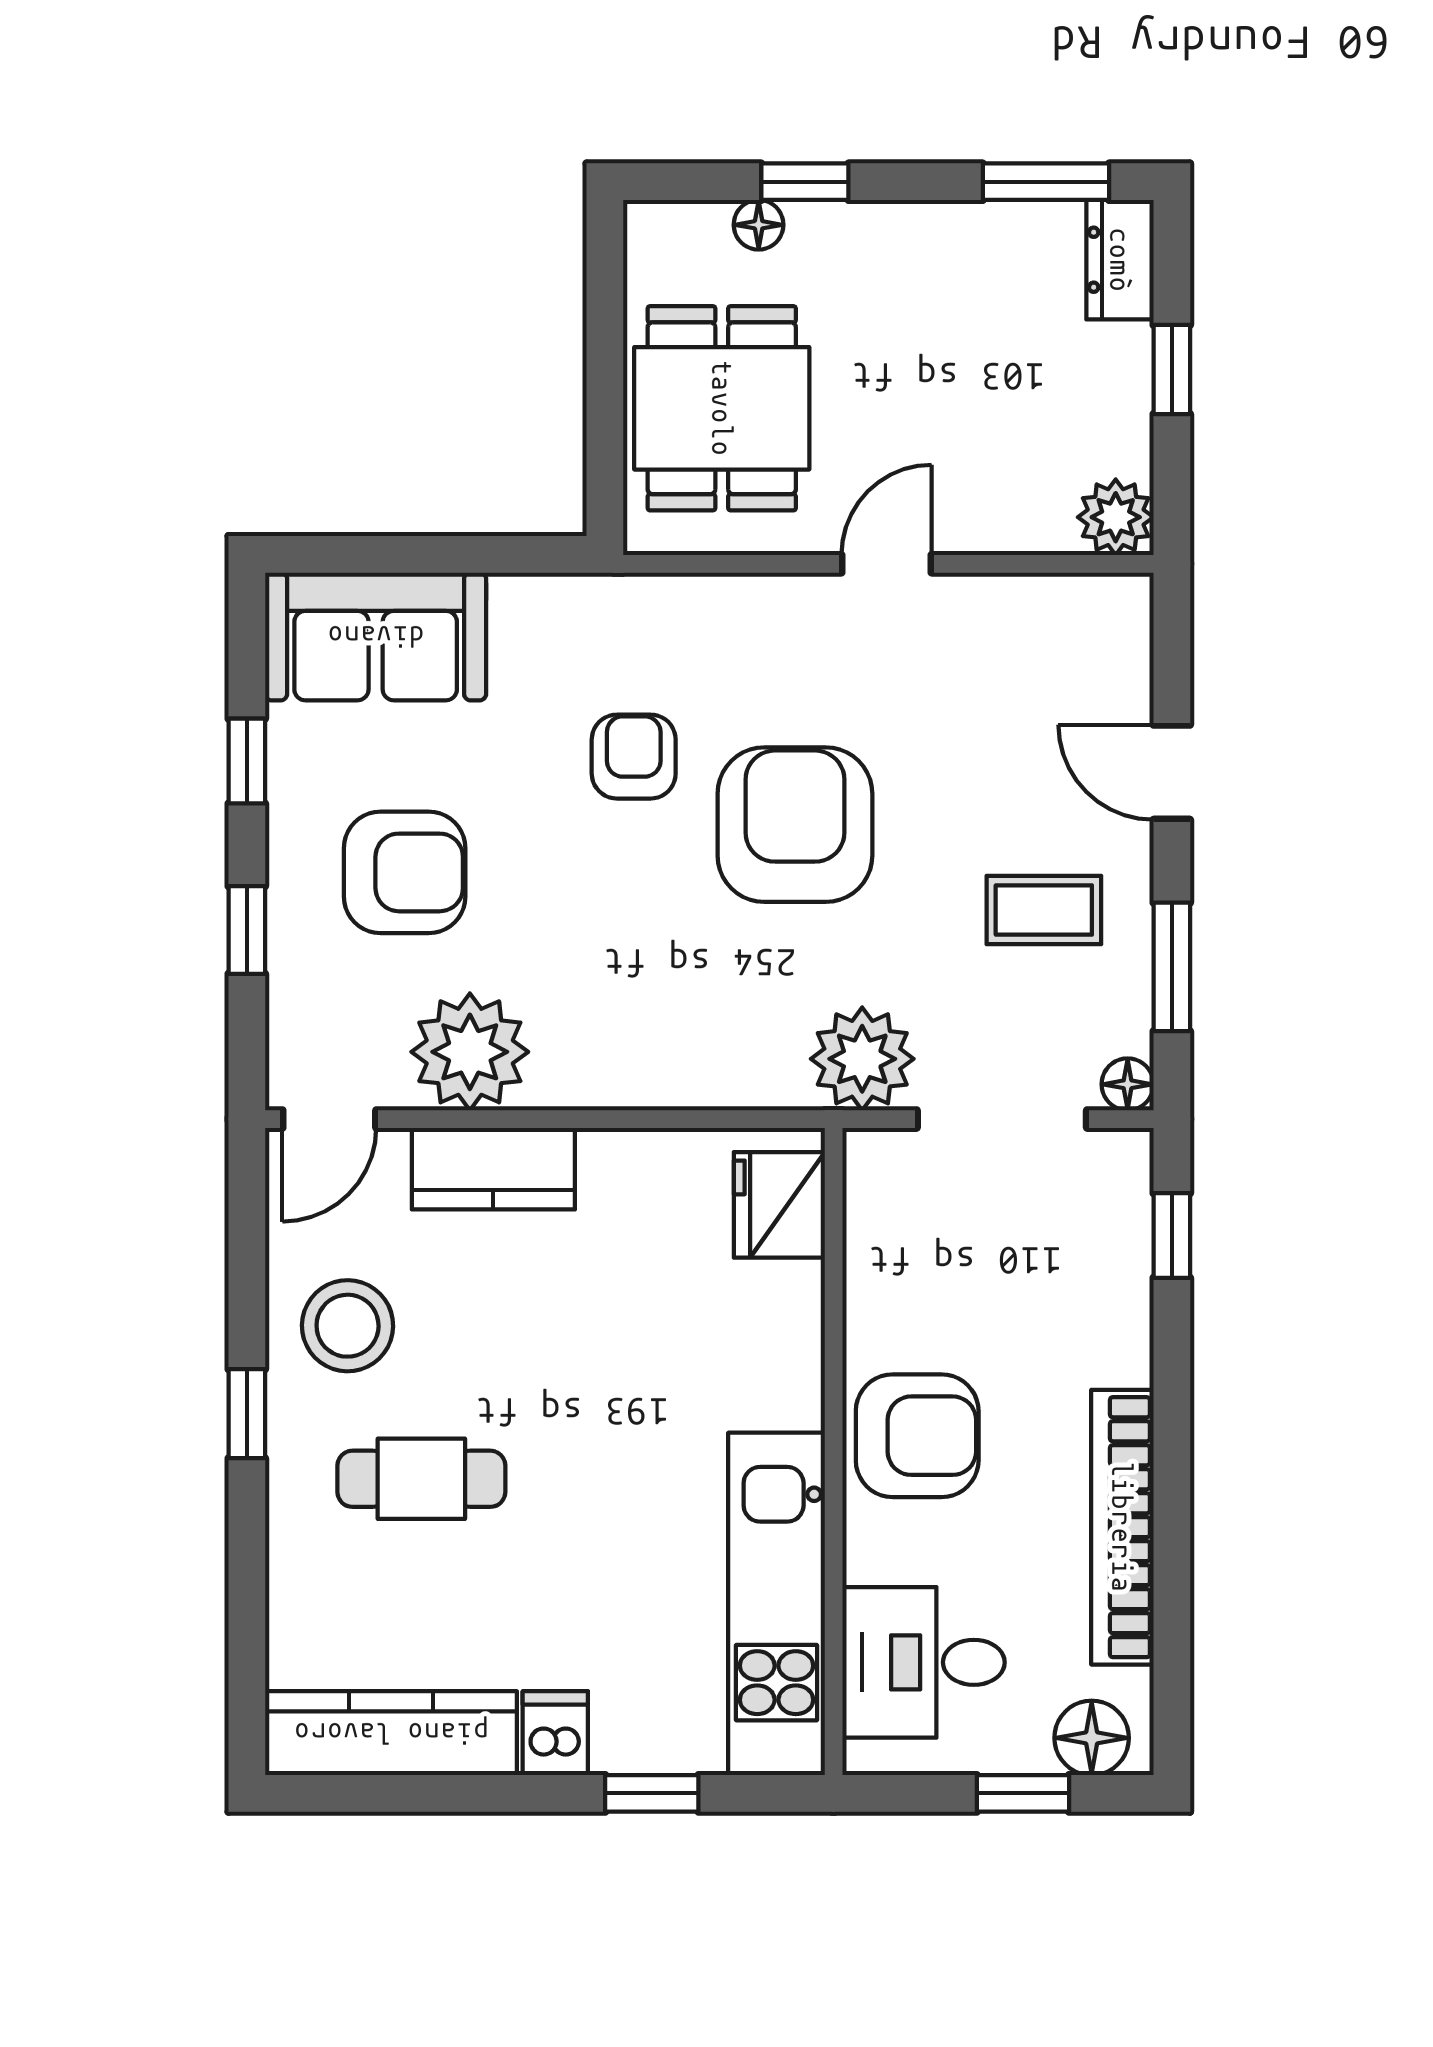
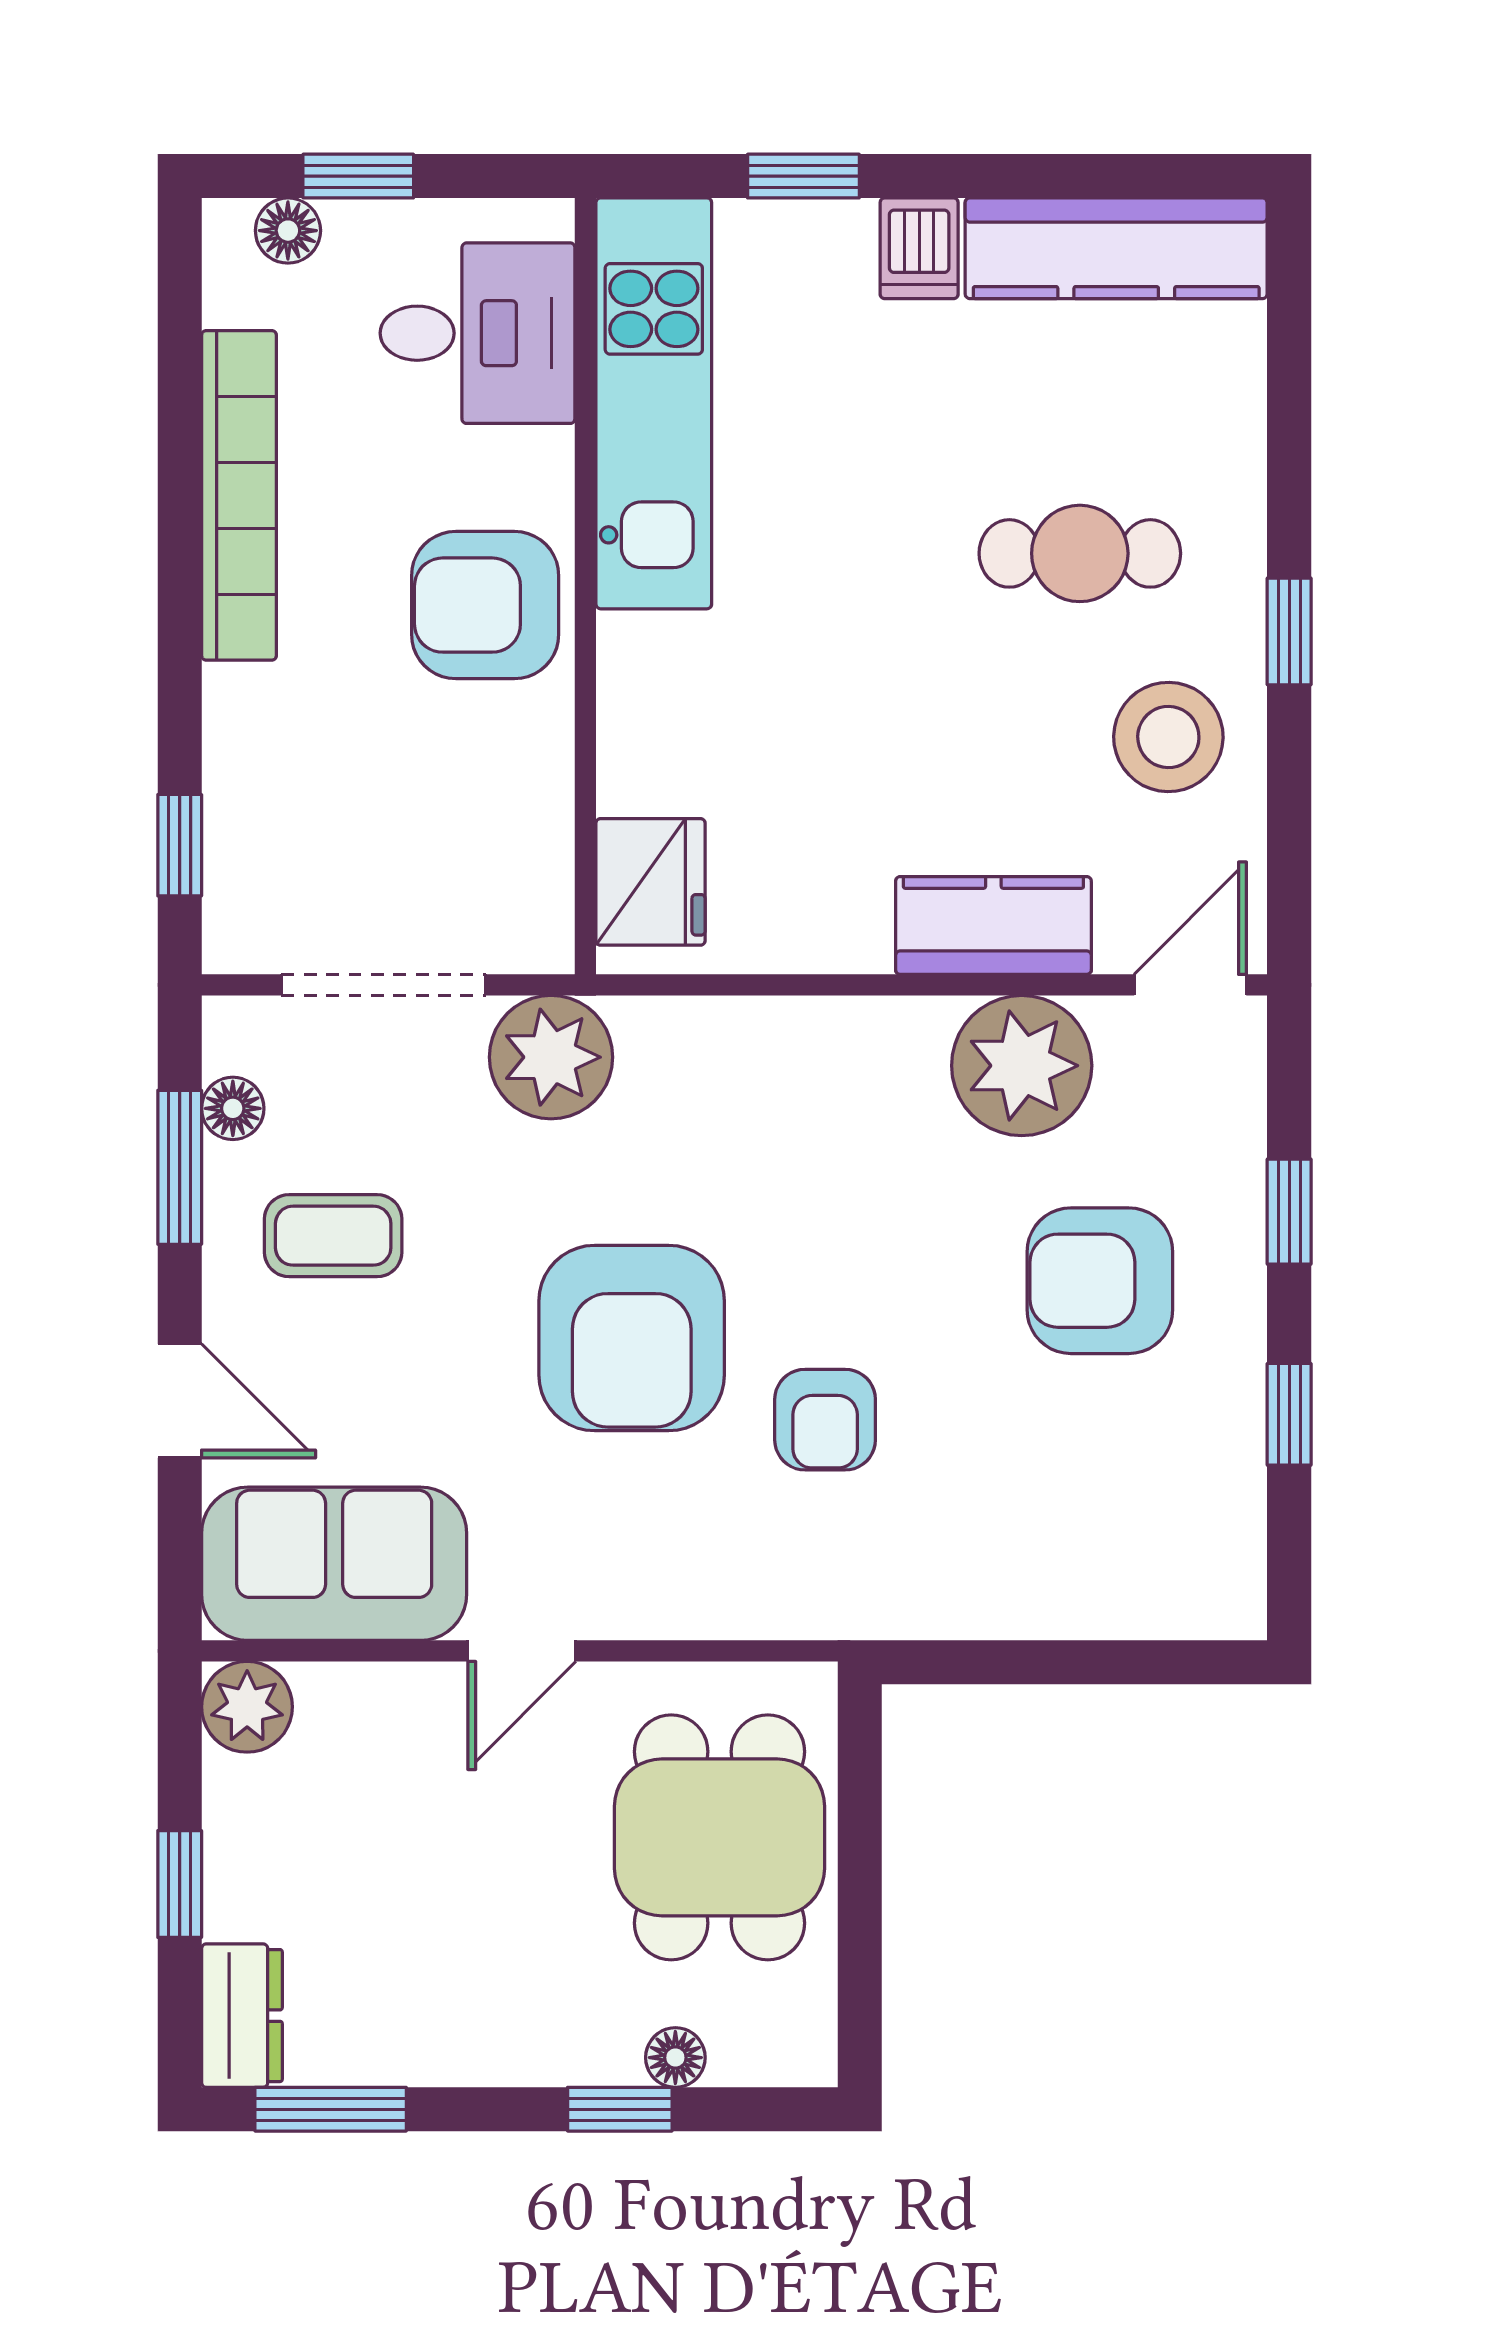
sofa: (376, 636) -> (334, 1564), moved
floor lamp: (1128, 1084) -> (233, 1108), moved
floor lamp: (1092, 1738) -> (288, 231), width x0.73, depth x0.73

